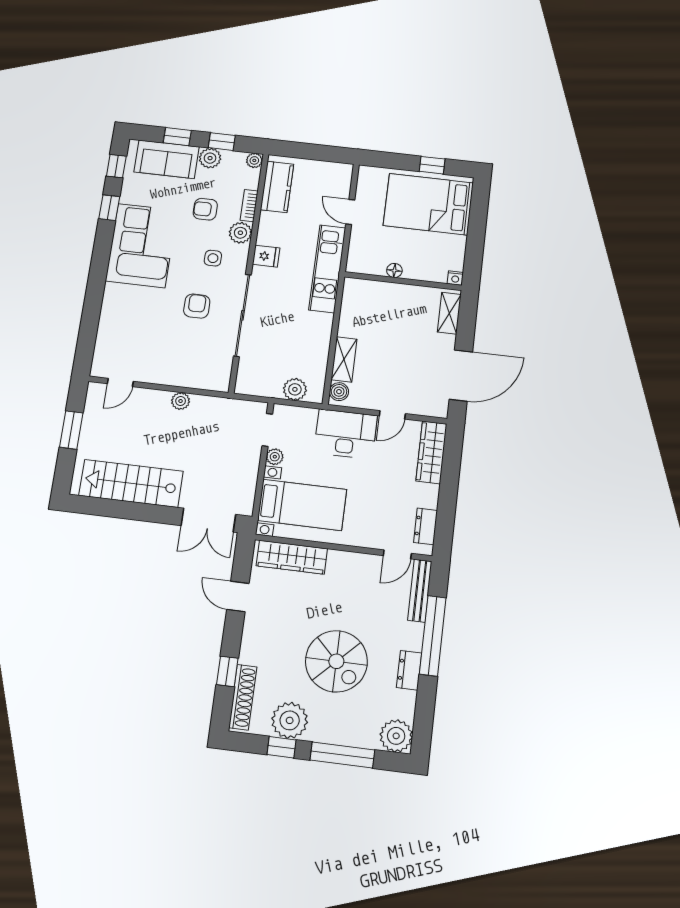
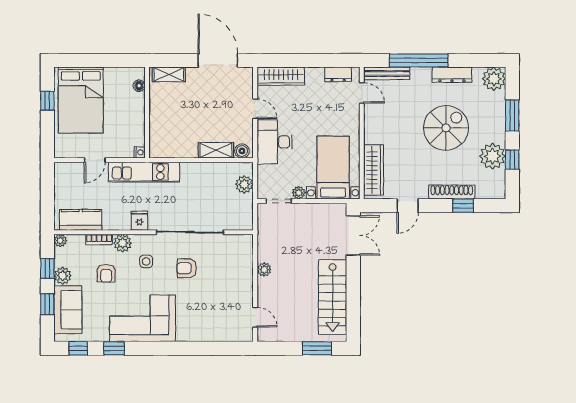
floor lamp: (394, 270) -> (139, 86), moved
nightstand: (455, 278) -> (140, 152), moved
window: (71, 430) -> (317, 348), moved
dresser: (409, 670) -> (452, 75), width x1.44
shoe rack: (243, 697) -> (452, 192), moved
window: (342, 755) -> (512, 116), width x0.69

